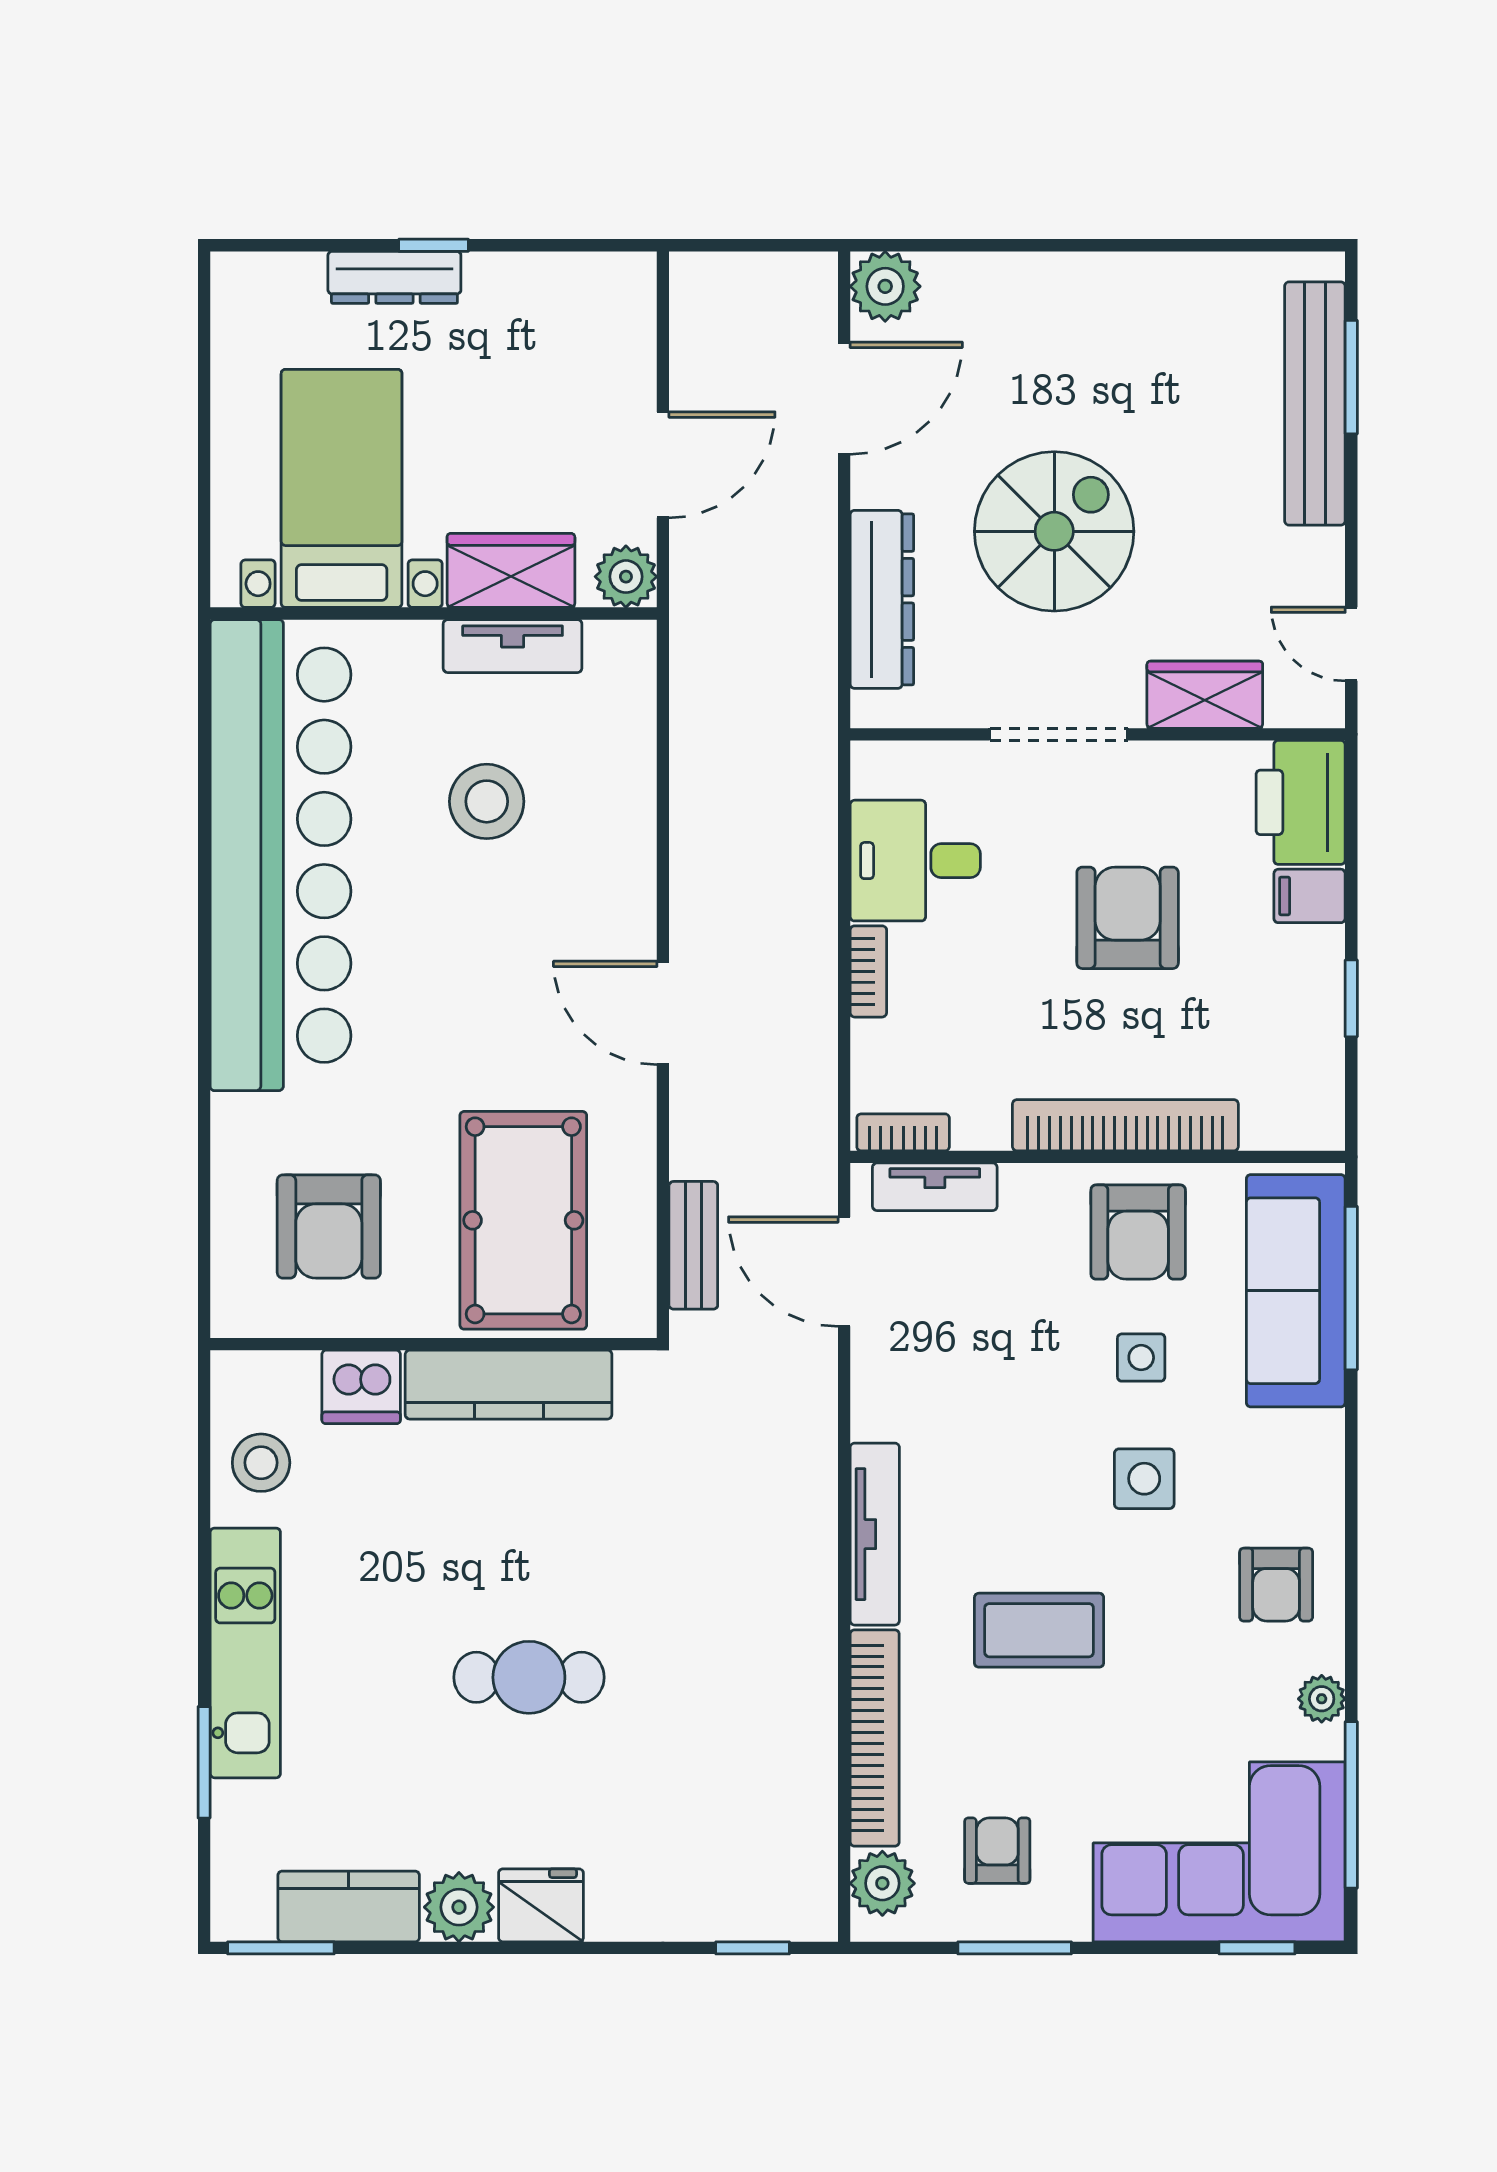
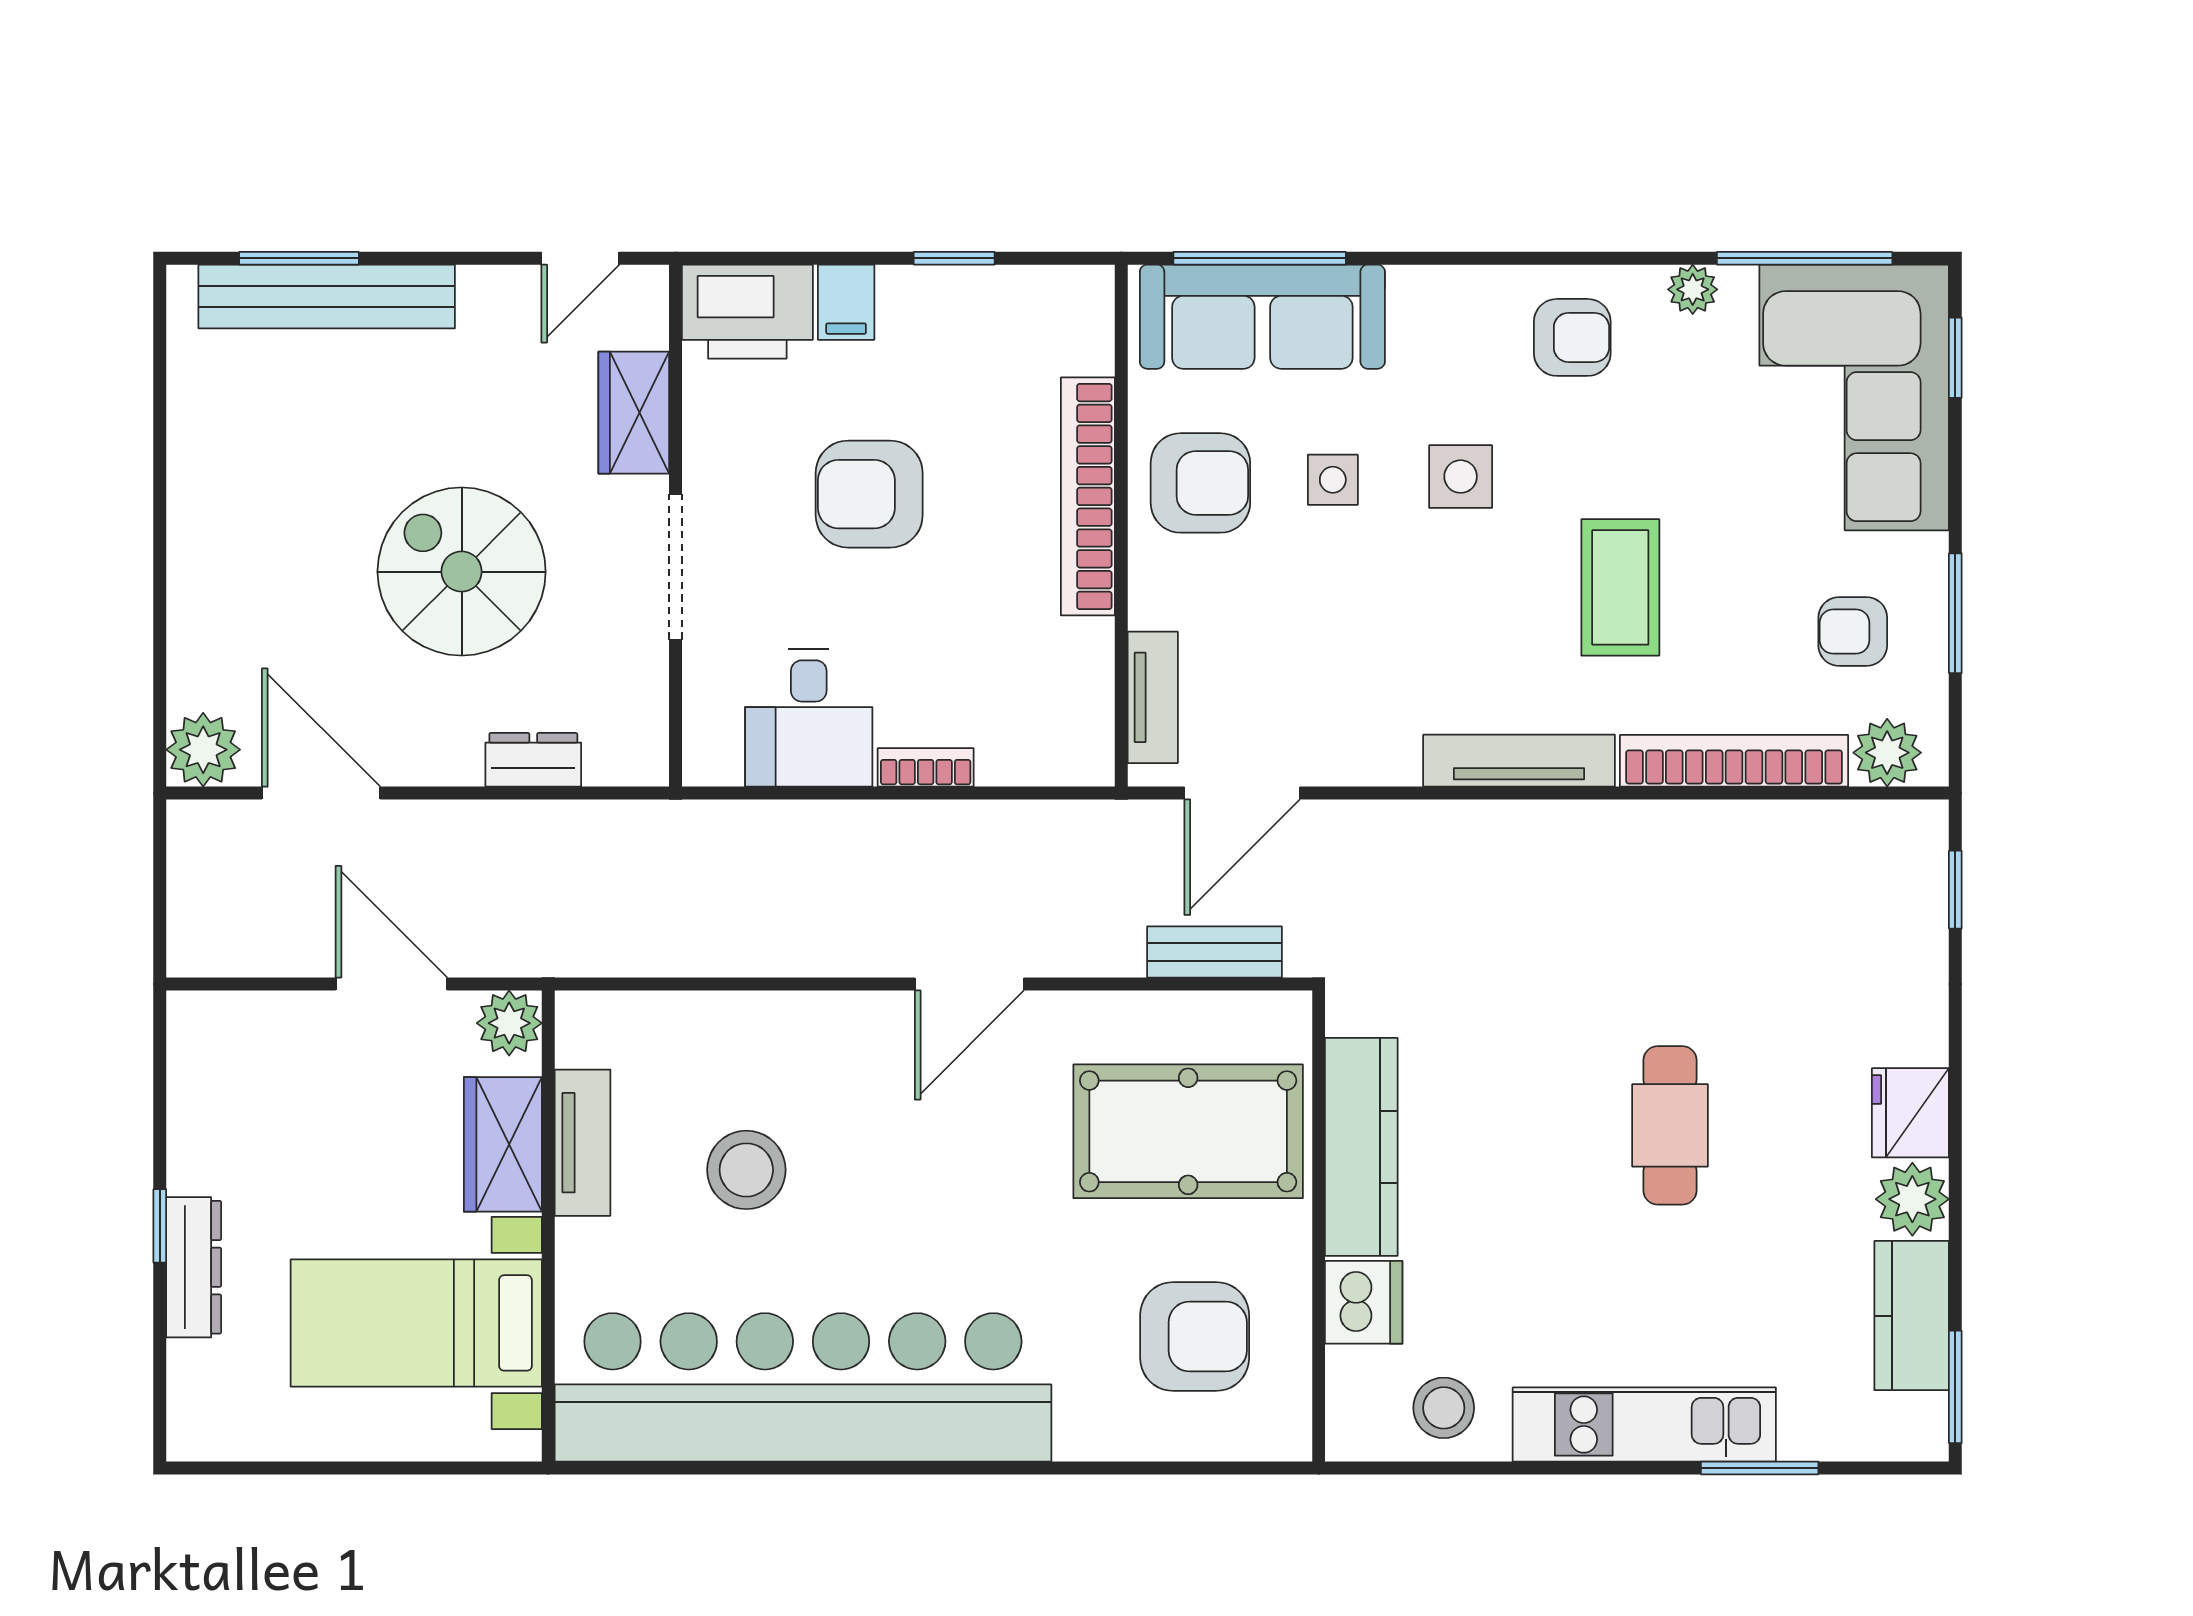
dresser: (882, 599) -> (533, 760), width x0.51, depth x0.80
bookcase: (903, 1132) -> (1095, 731), removed

